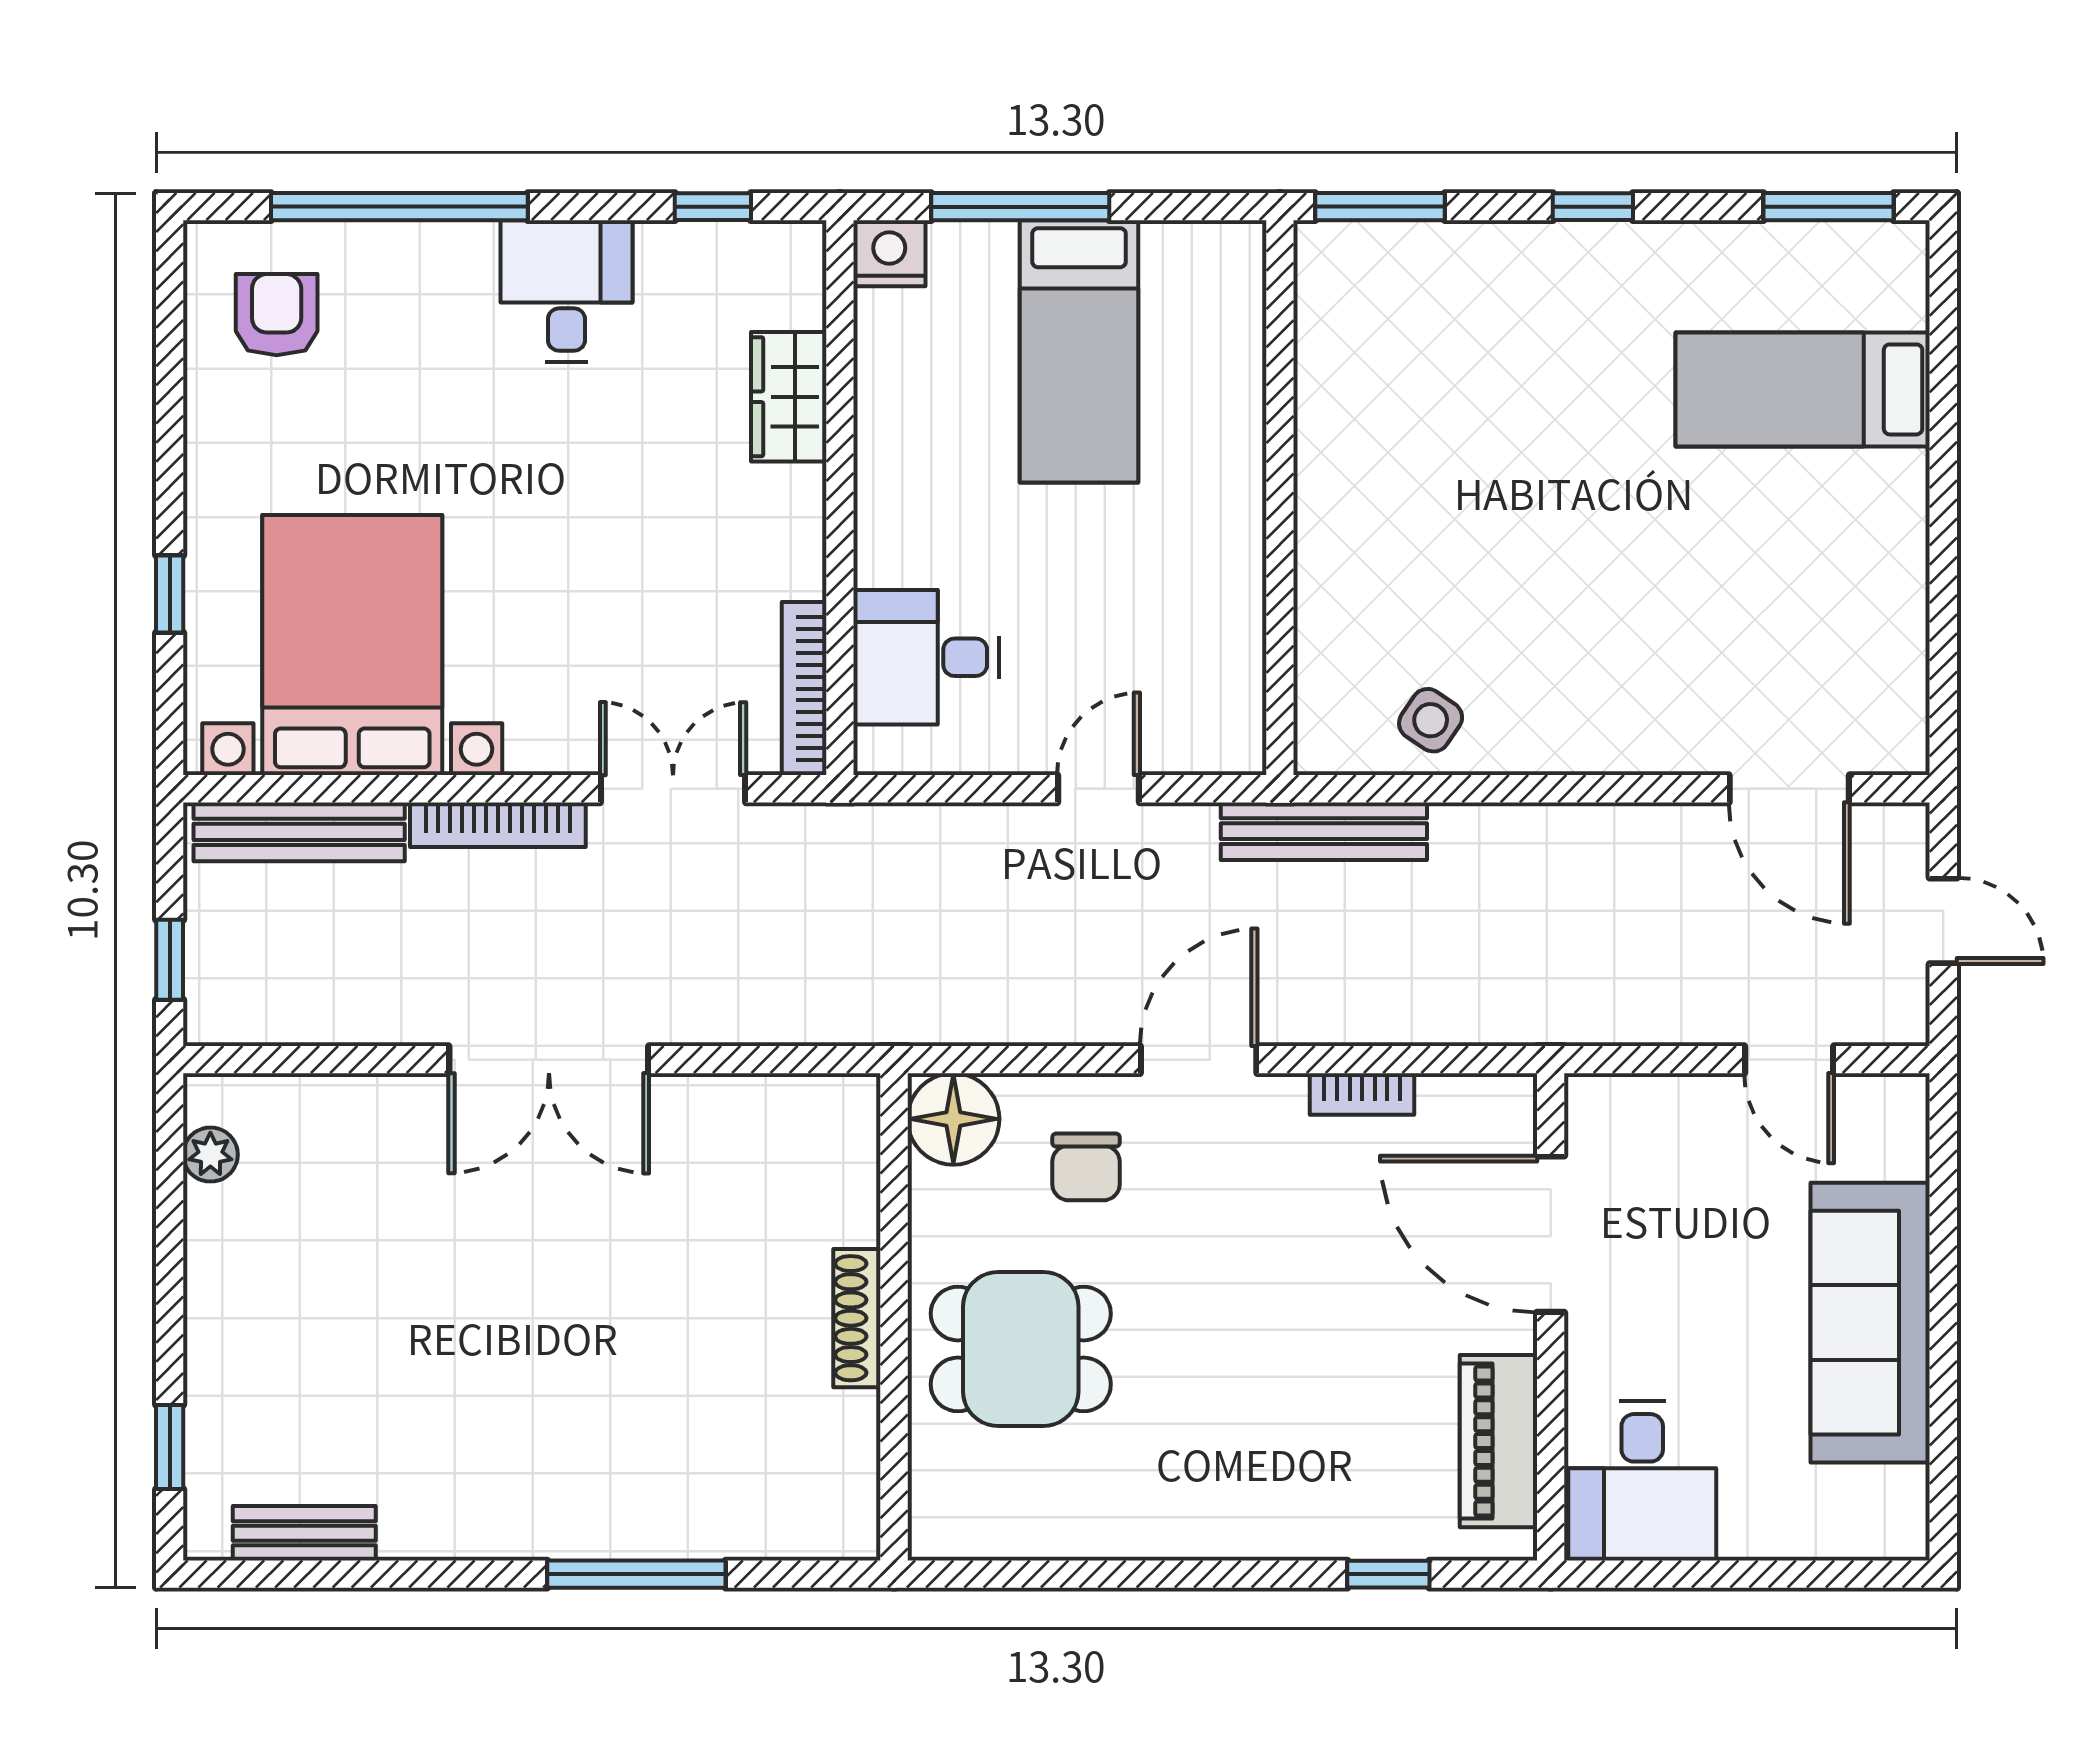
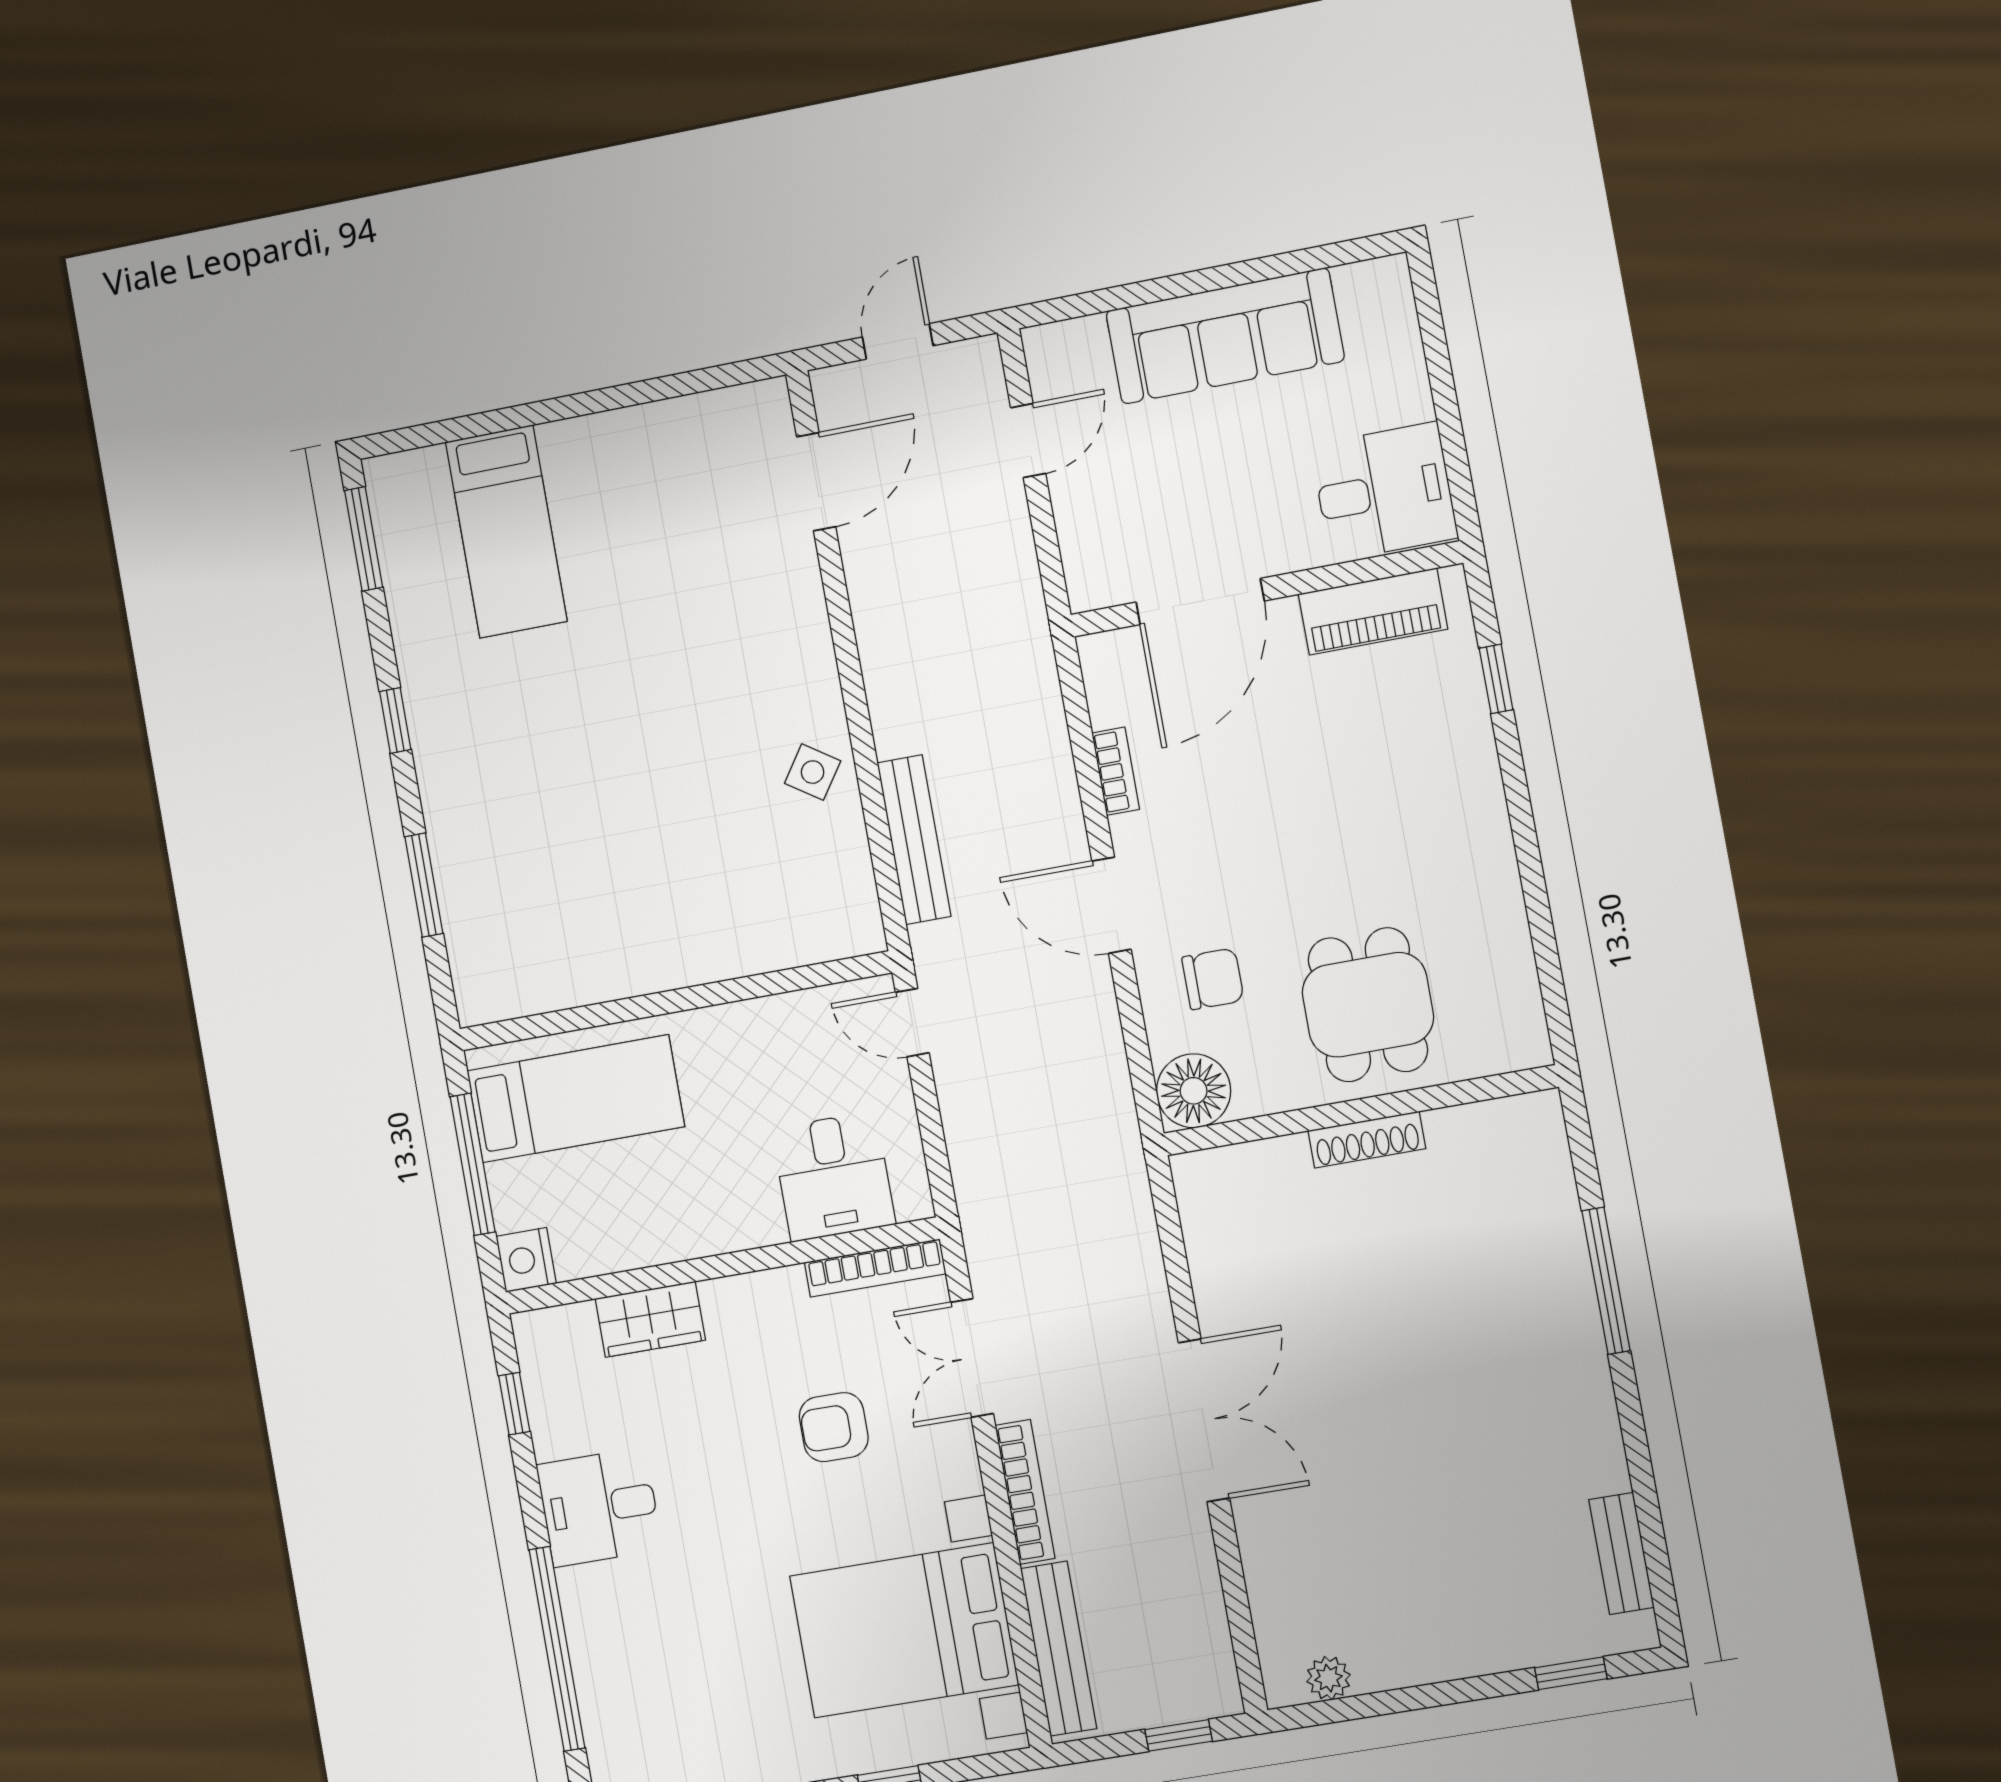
armchair: (277, 315) -> (834, 1427), moved
wall: (1280, 498) -> (675, 1001), moved

